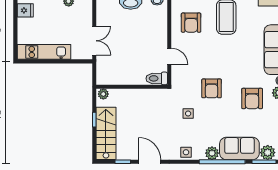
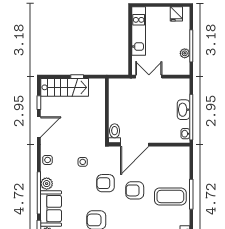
armchair: (191, 23) -> (135, 190), moved
double door: (94, 41) -> (149, 77), swing flipped
door: (169, 56) -> (135, 145), width x1.88
plant: (103, 94) -> (100, 85), removed

